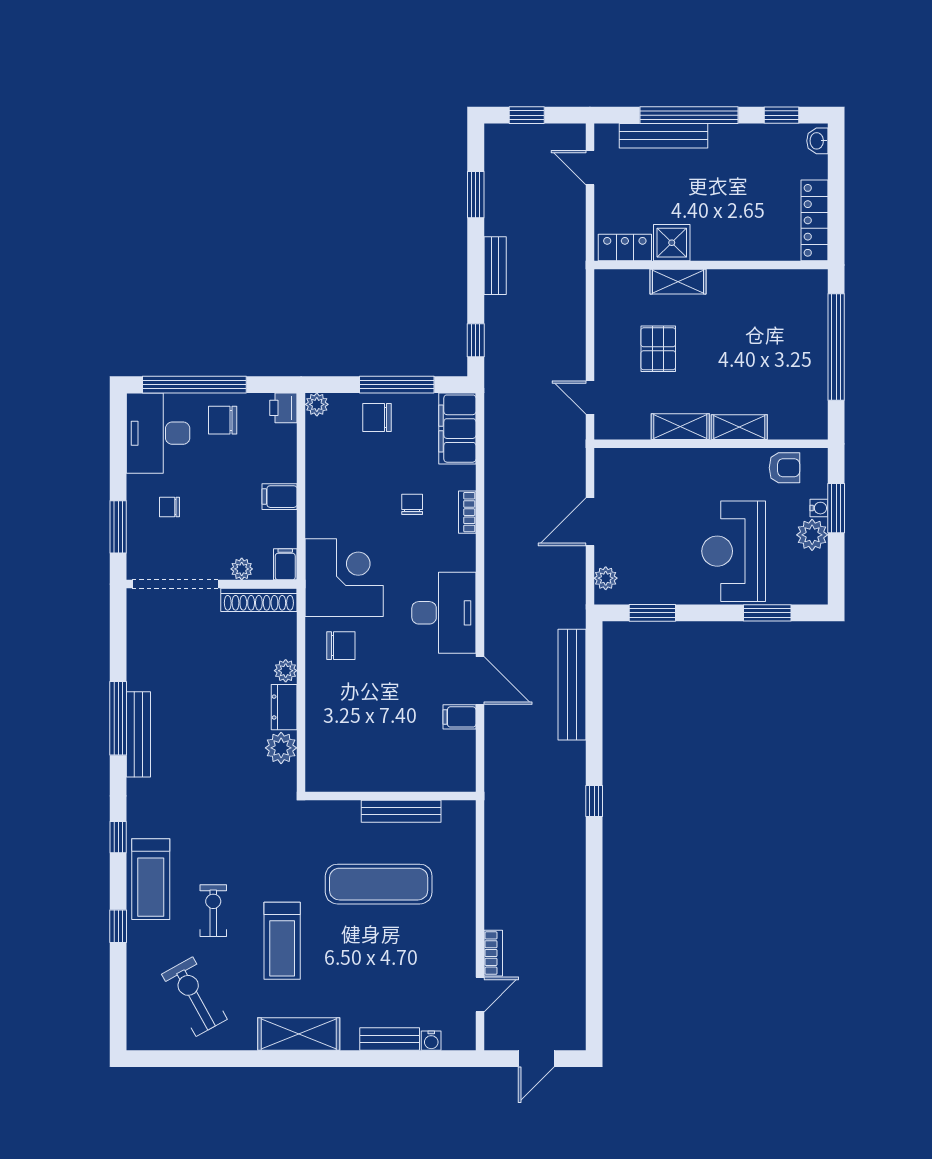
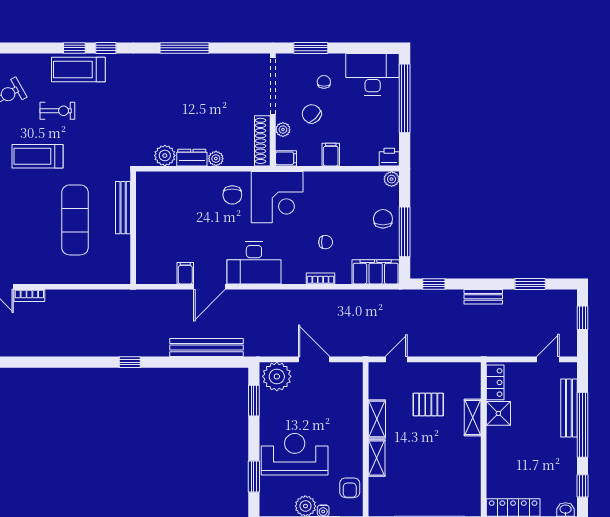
chair: (223, 420) -> (312, 114), moved, turned -44
plant: (606, 578) -> (277, 376), width x1.87, depth x1.87
bench: (138, 734) -> (174, 61), removed
bench: (401, 811) -> (123, 208), moved
window: (118, 926) -> (74, 48), moved

